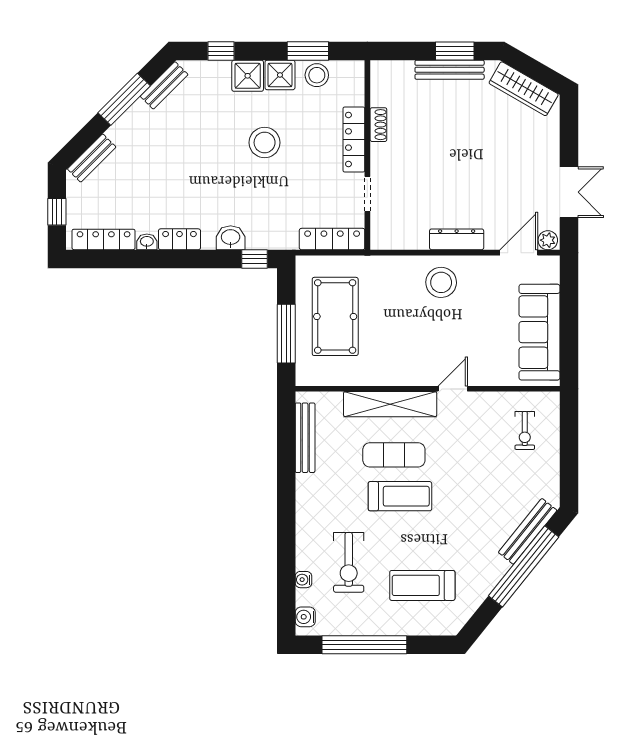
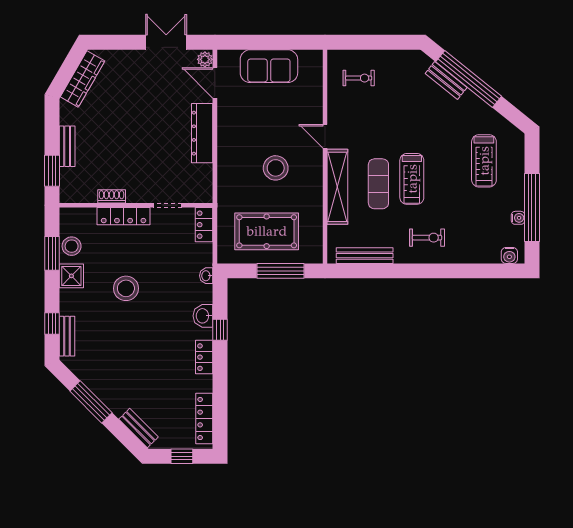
window: (455, 51) -> (52, 171), moved
bench: (450, 70) -> (67, 146), width x0.73
shower: (248, 76) -> (72, 302), removed
bench: (164, 85) -> (67, 336), moved, turned 45
locker: (332, 239) -> (204, 225), width x0.66
dresser: (457, 239) -> (202, 133), width x1.37, depth x1.24
washbasin: (147, 242) -> (206, 276), moved
window: (254, 259) -> (220, 330), moved
stool: (441, 282) -> (276, 168), moved
sofa: (539, 332) -> (269, 66), width x0.73
treadmill: (400, 496) -> (412, 179), turned 180
bench: (528, 531) -> (446, 80), width x0.73
exercise bike: (349, 562) -> (427, 238), moved, width x0.73, depth x0.72
water cooler: (303, 580) -> (518, 218), moved, turned -90

